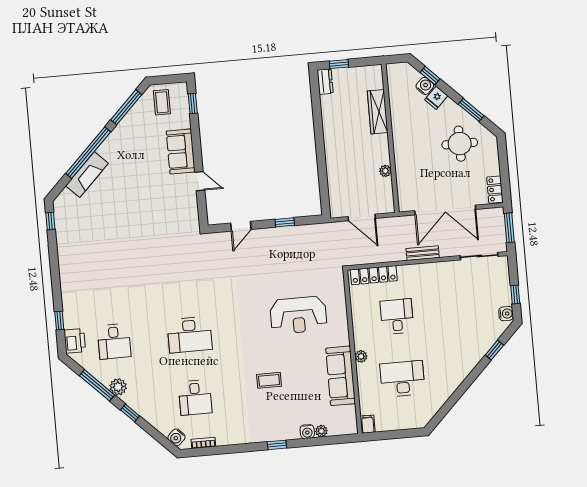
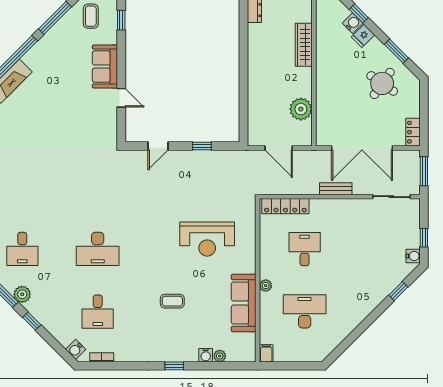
round table: (460, 144) -> (382, 83), turned 35
plant: (385, 171) -> (301, 109), width x1.88, depth x1.88

